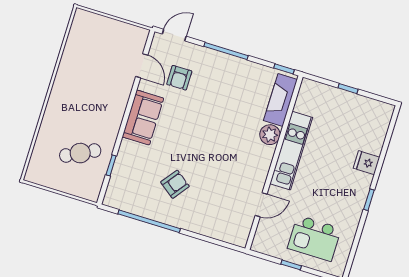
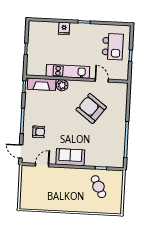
armchair: (179, 78) -> (39, 132), moved
armchair: (175, 184) -> (91, 108), moved, width x1.88, depth x1.88

